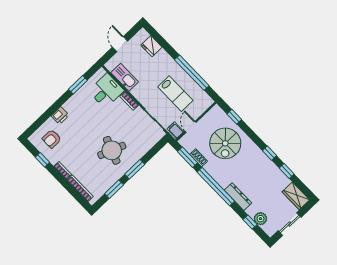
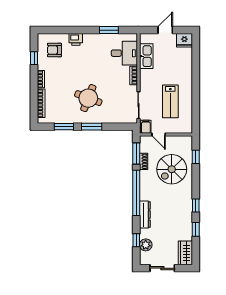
fridge: (151, 46) -> (184, 40), moved, turned -90
window: (192, 73) -> (196, 98), removed
door: (191, 127) -> (159, 134), swing flipped

